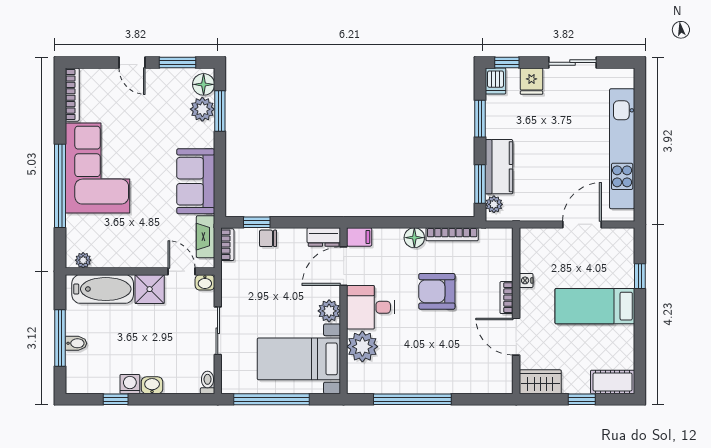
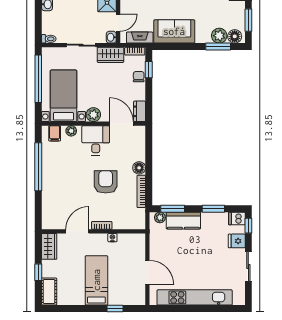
filing cabinet: (359, 237) -> (55, 133), moved
wardrobe: (233, 284) -> (111, 55), added
plant: (362, 347) -> (71, 131), width x0.53, depth x0.53

